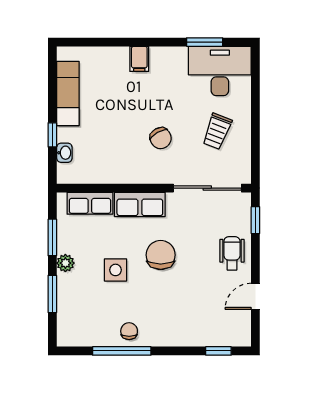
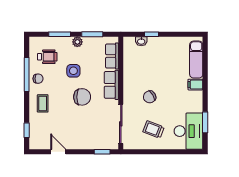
exam couch: (68, 93) -> (196, 60), moved, turned 90
wheelchair: (232, 253) -> (47, 57), moved
coffee table: (172, 323) -> (43, 103), added

